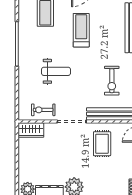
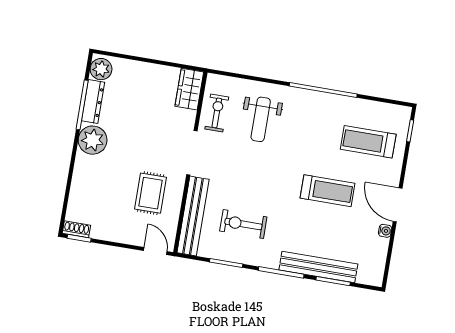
weight bench: (56, 71) -> (261, 119), moved
rug: (102, 144) -> (150, 193), turned 90

